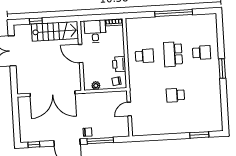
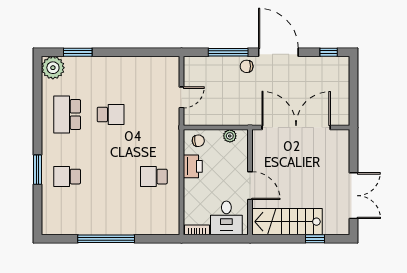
school desk: (173, 54) -> (67, 114), moved, turned 180
window: (222, 68) -> (38, 170), moved
plant: (215, 124) -> (53, 68), added

